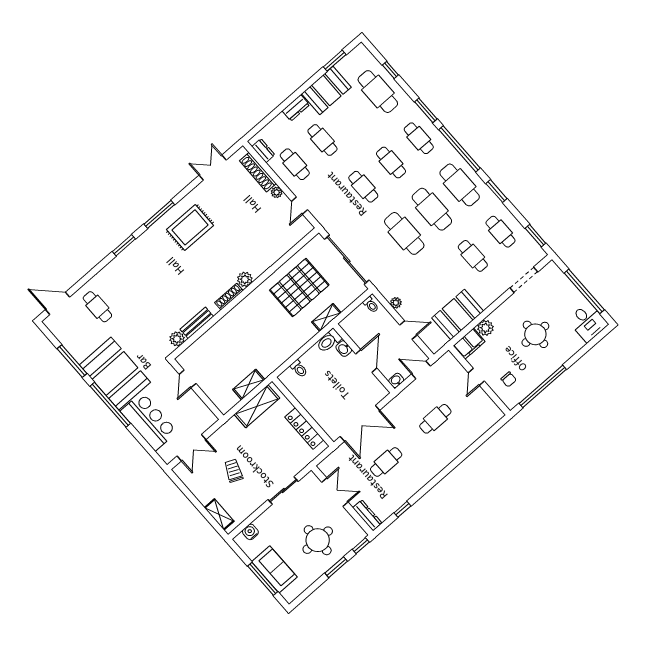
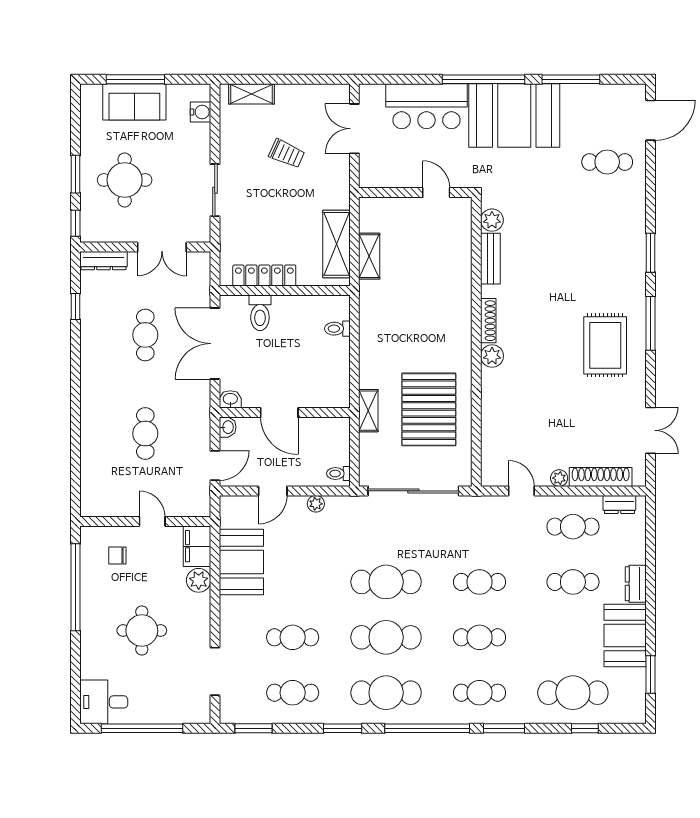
toilet: (329, 341) -> (260, 313), moved, turned 180
washbasin: (344, 349) -> (230, 399), moved

